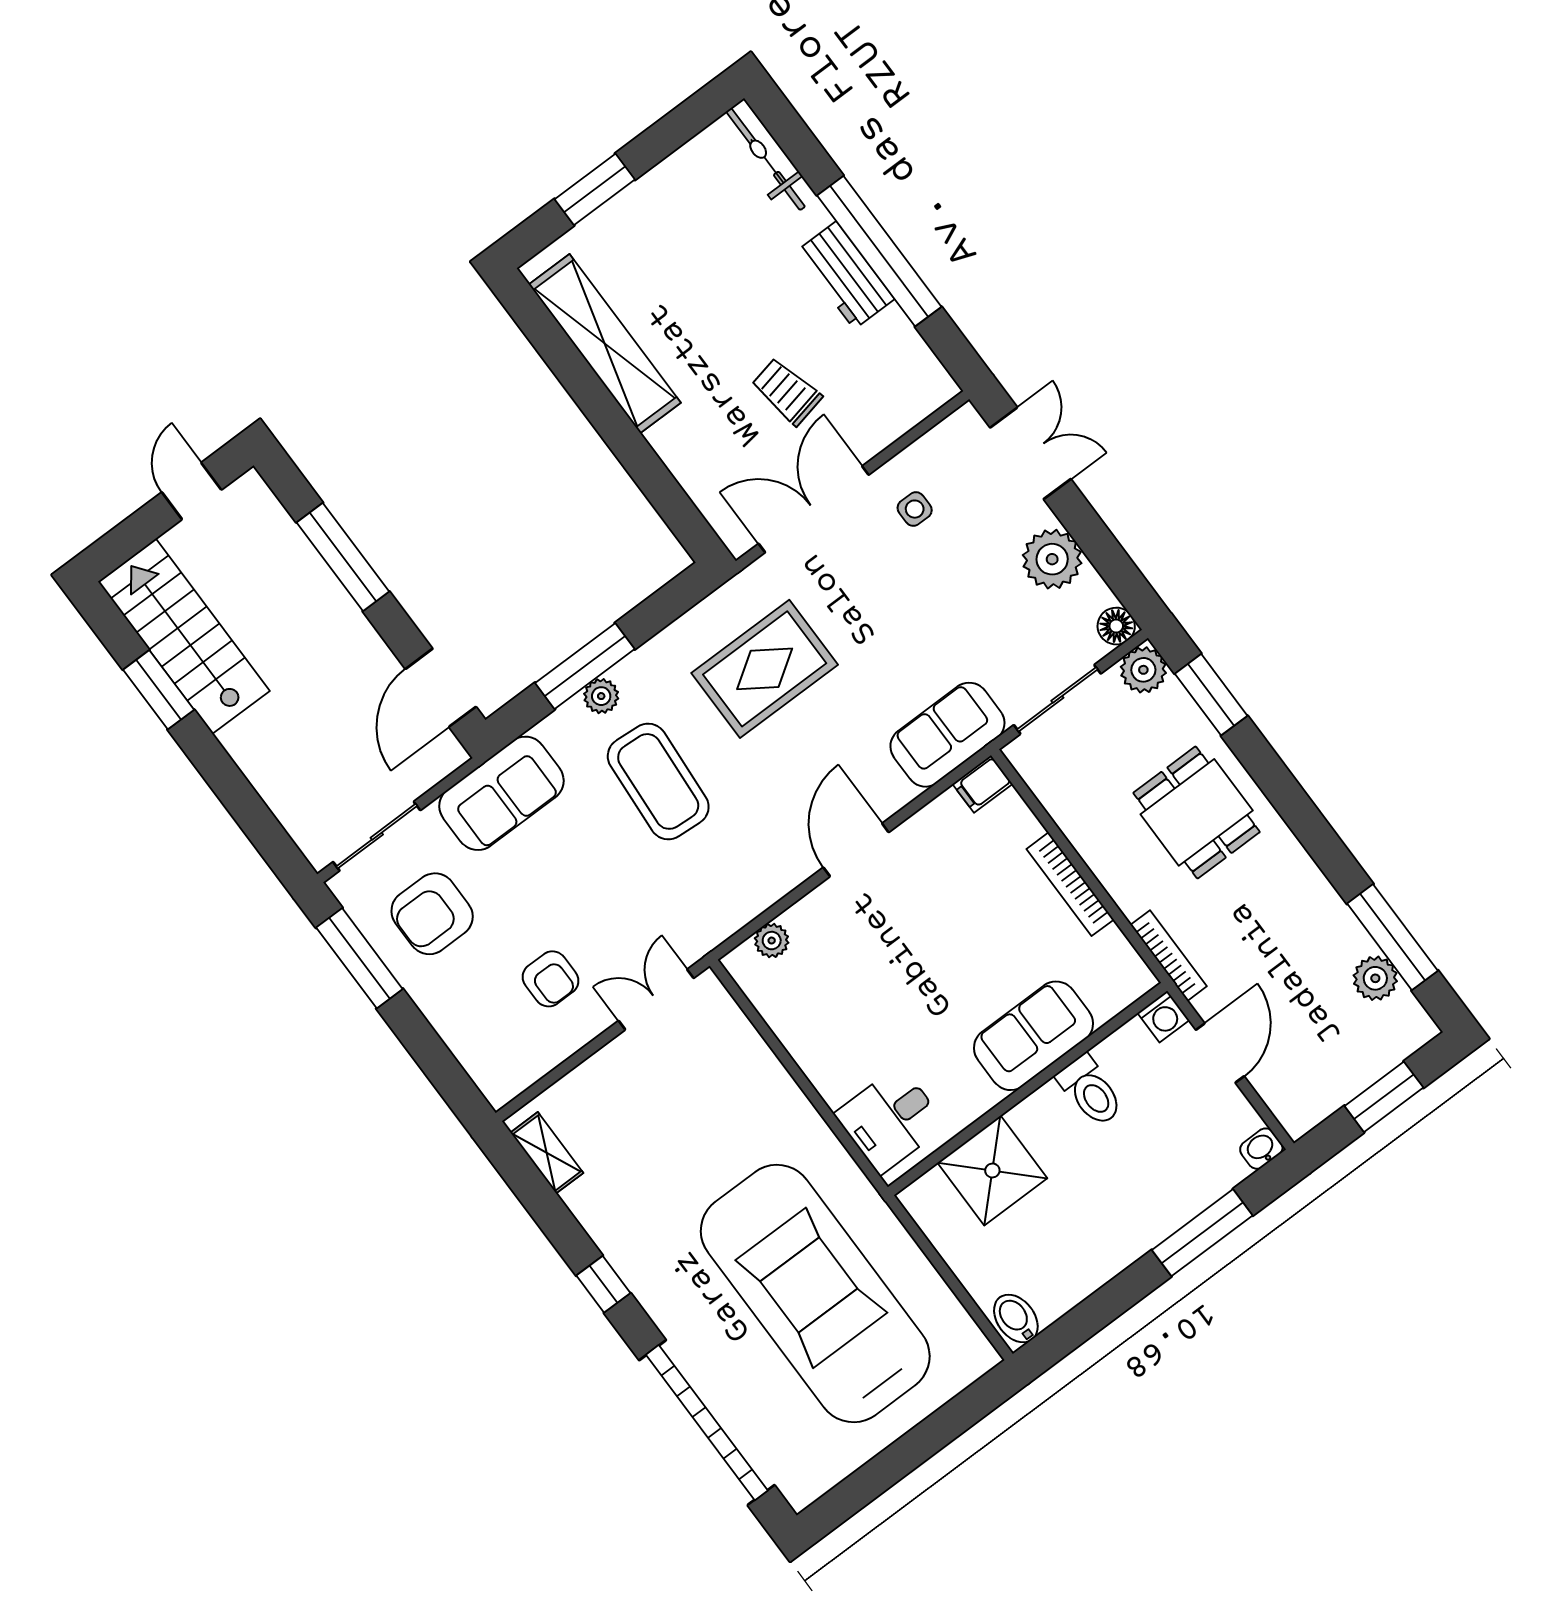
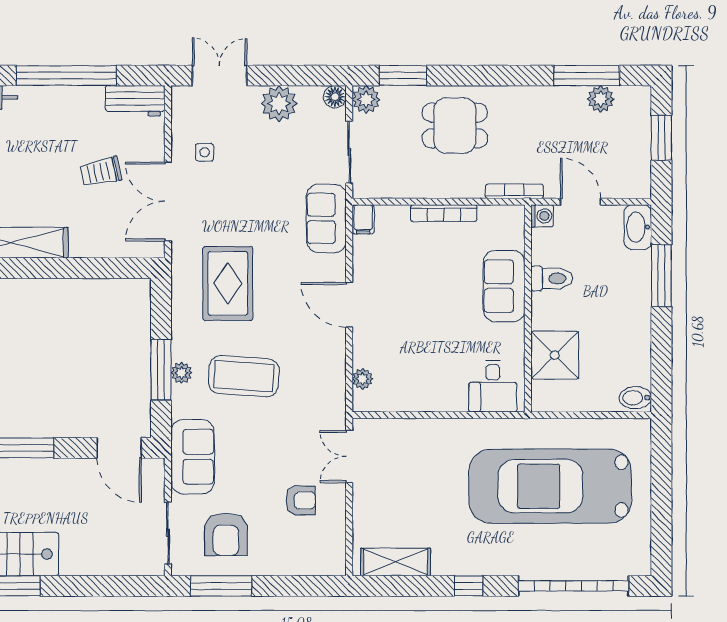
workbench: (845, 275) -> (135, 101), moved
washbasin: (1261, 1149) -> (638, 227), width x1.91, depth x1.45
shelving: (547, 1153) -> (396, 562), width x1.50, depth x1.33

